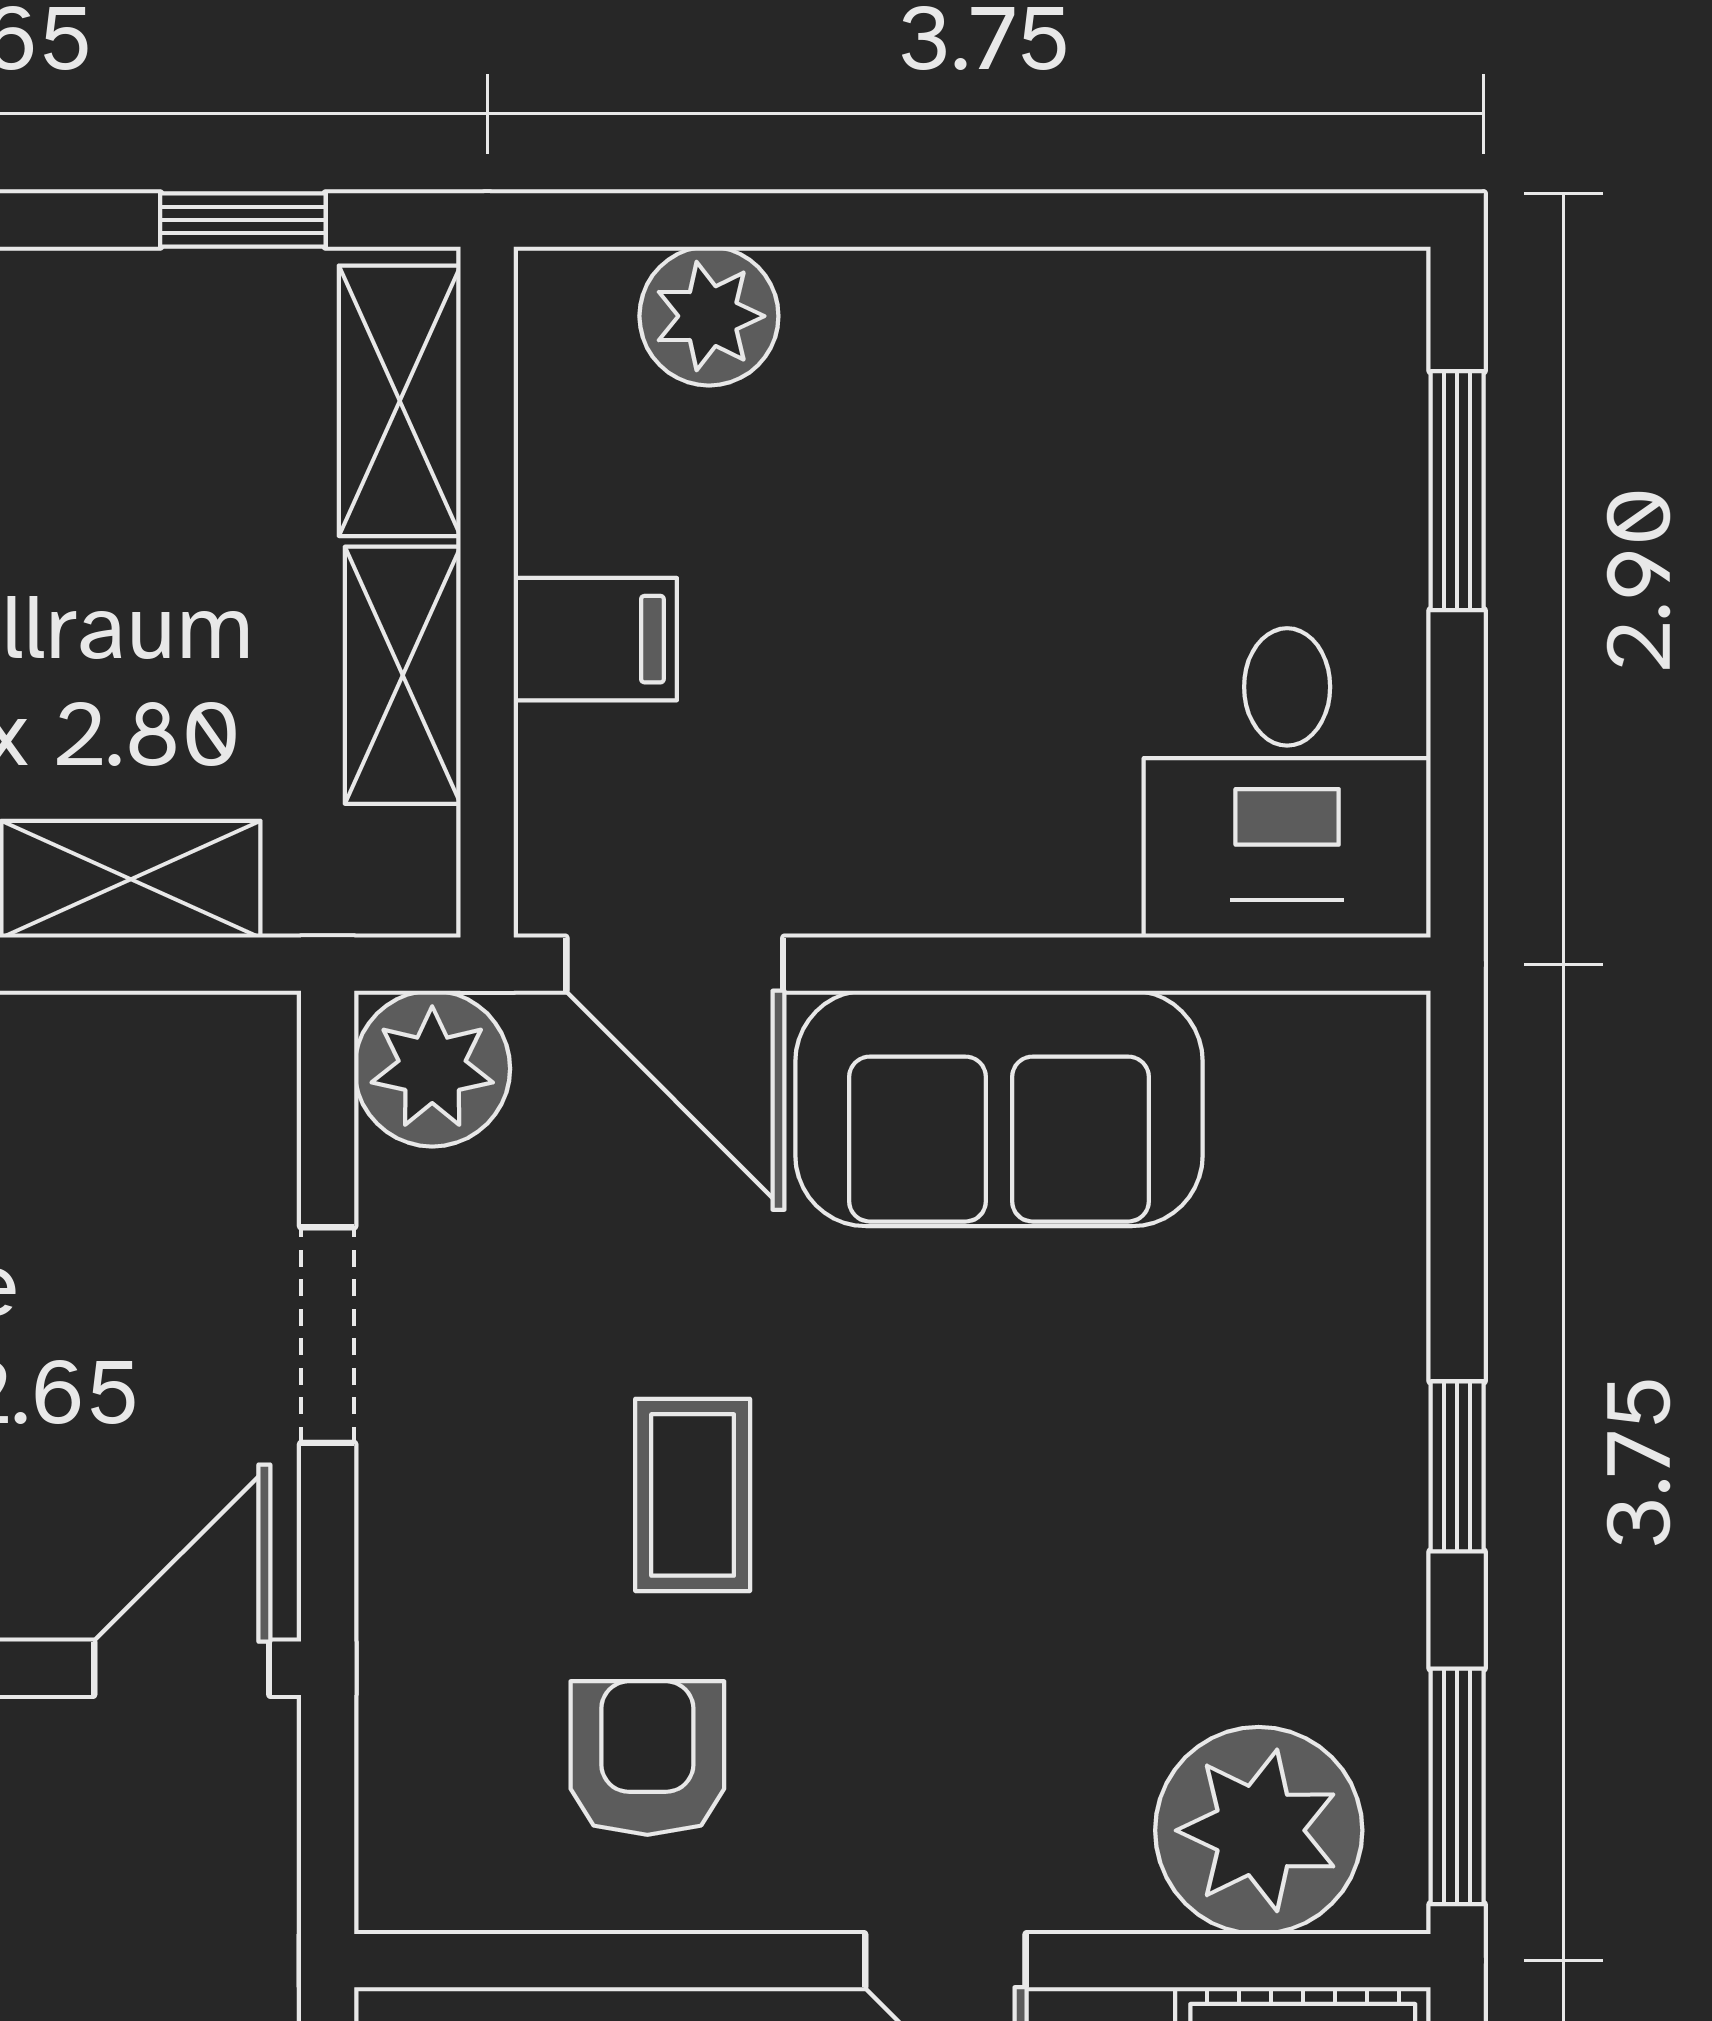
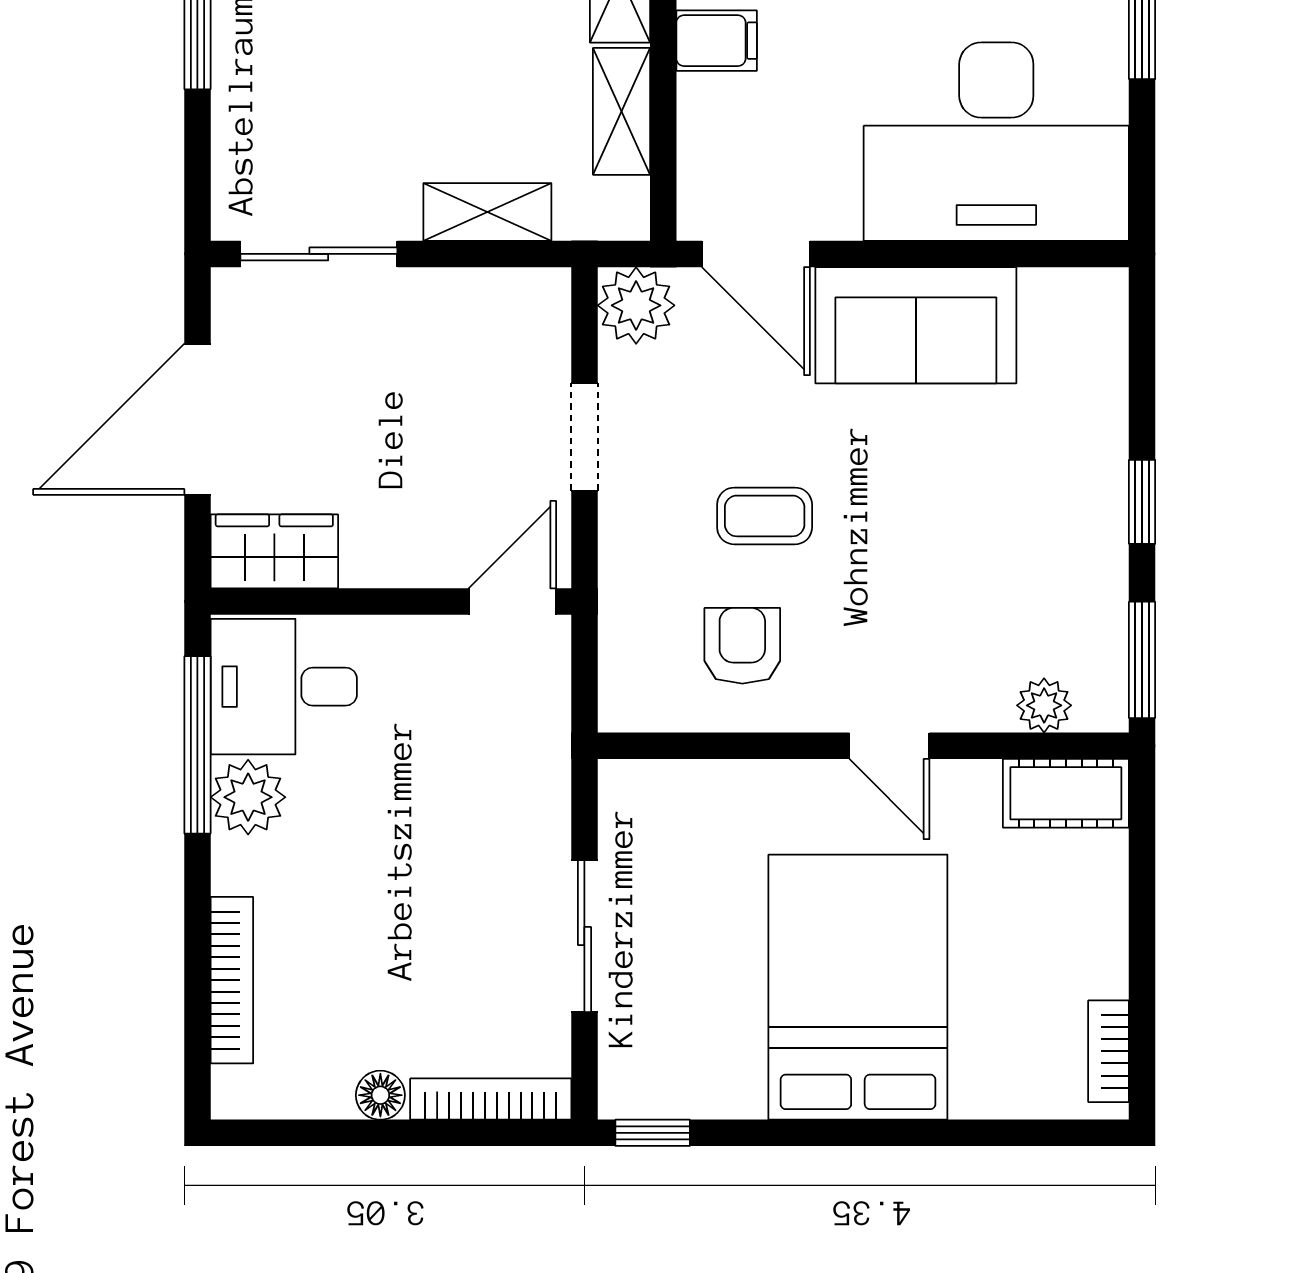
filing cabinet: (595, 639) -> (717, 41), moved
desk: (1287, 783) -> (996, 142), width x1.87, depth x1.30
coffee table: (693, 1495) -> (765, 516), turned 90
plant: (1259, 1830) -> (1044, 705), width x0.53, depth x0.53

